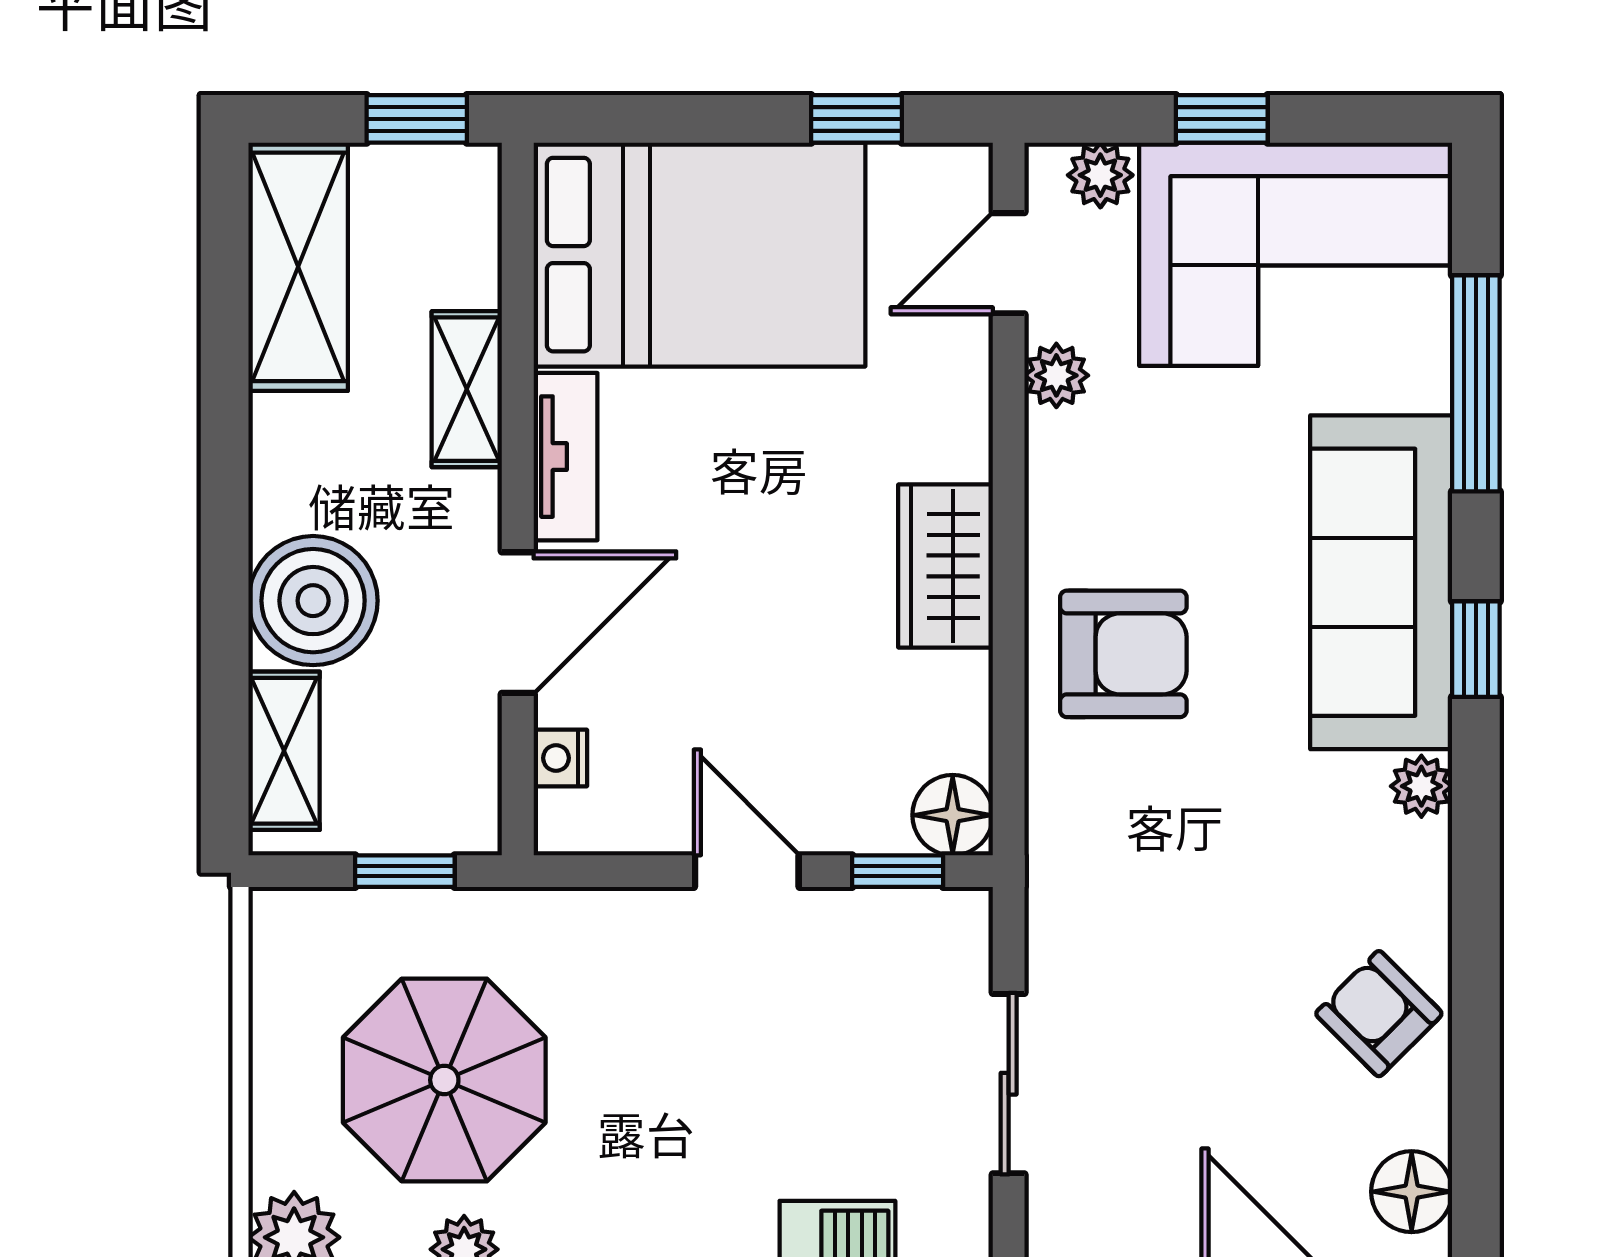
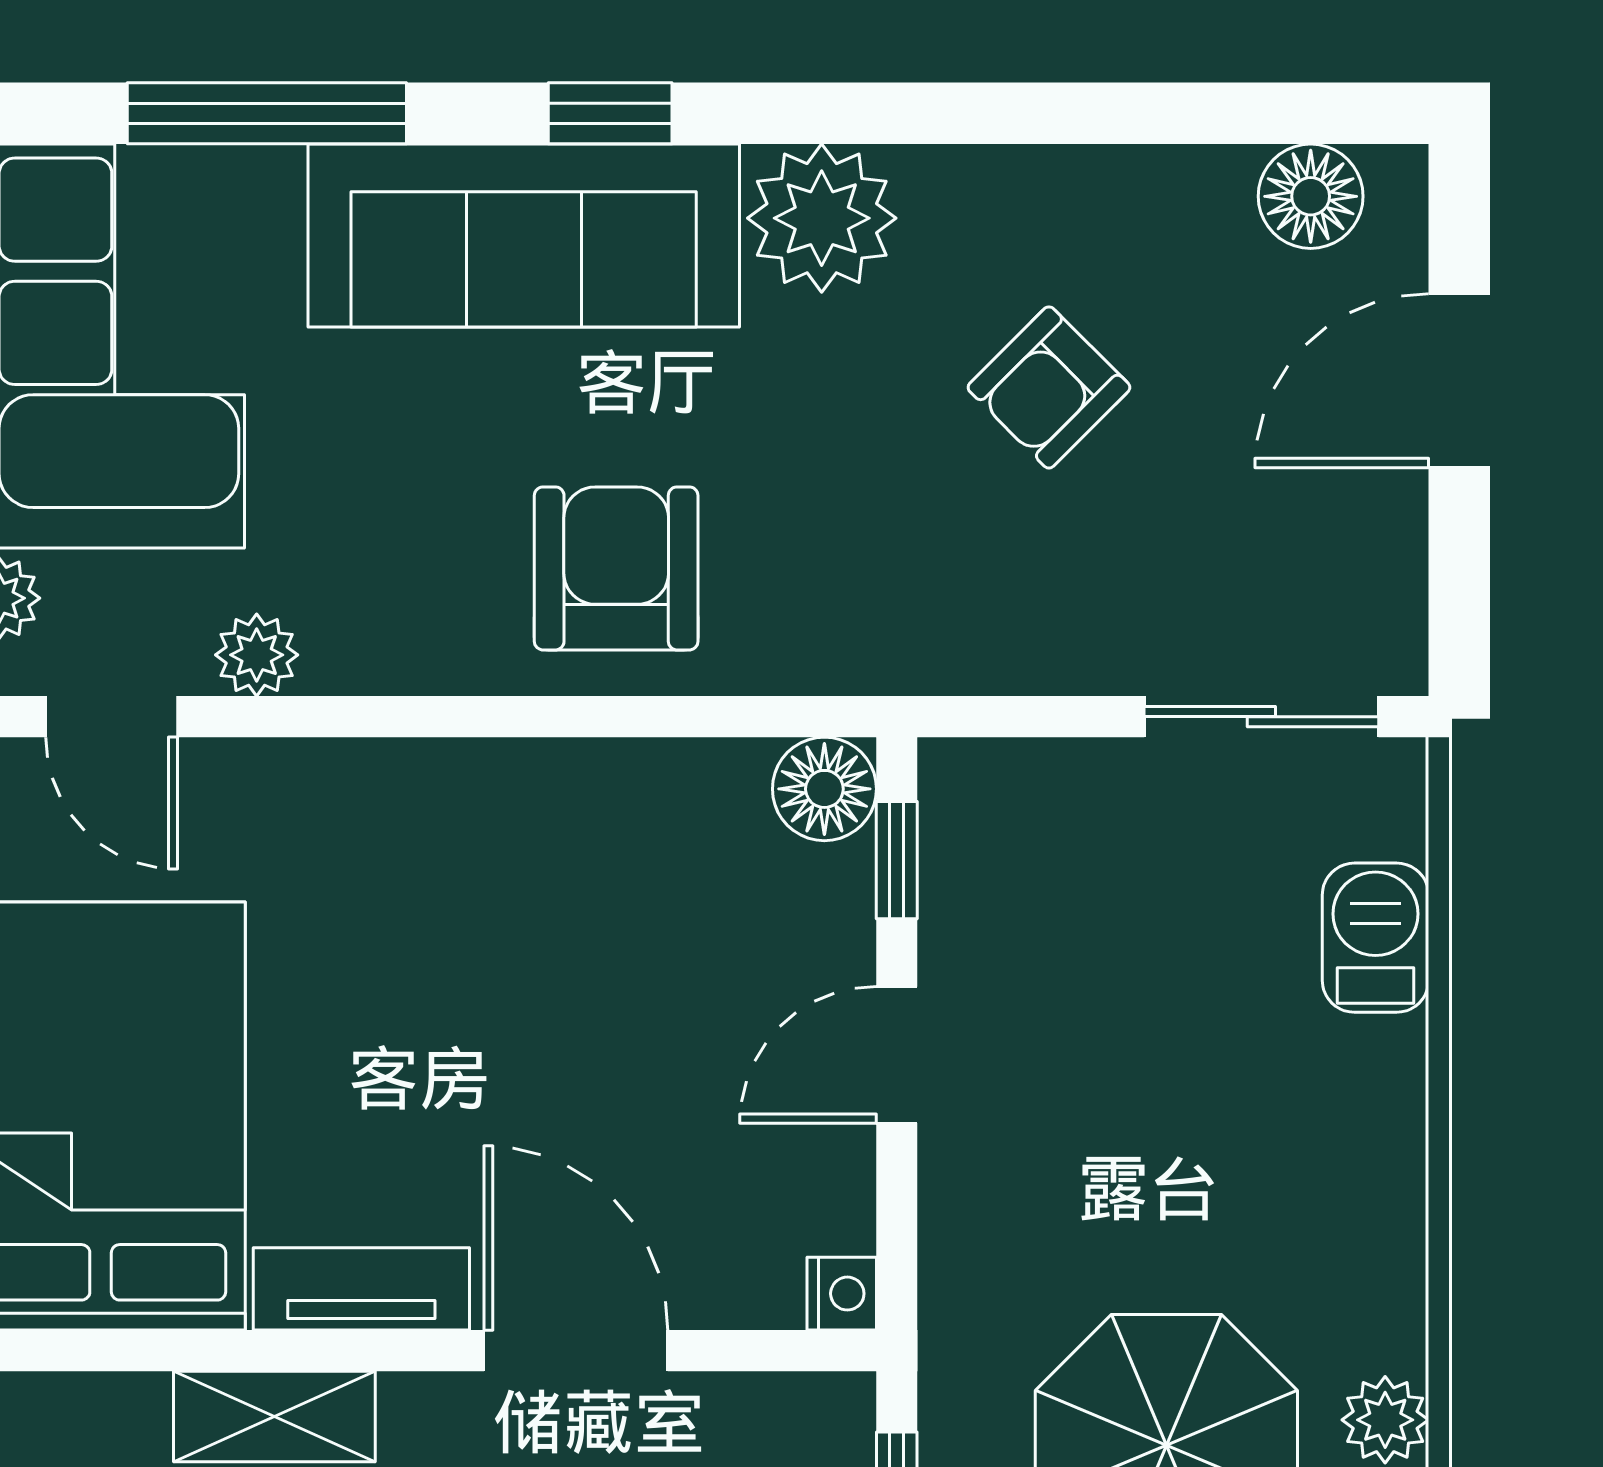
wardrobe: (946, 566) -> (503, 798), removed
nightstand: (560, 758) -> (842, 1294), moved, turned -90
plant: (1421, 786) -> (822, 218), width x1.87, depth x1.87
armchair: (1379, 1014) -> (1049, 387), moved
sliding door: (1009, 1084) -> (1261, 717), moved

